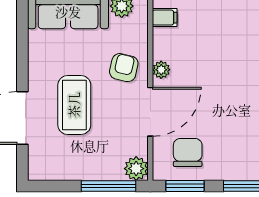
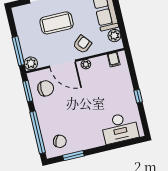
armchair: (124, 68) -> (82, 44), turned -53

